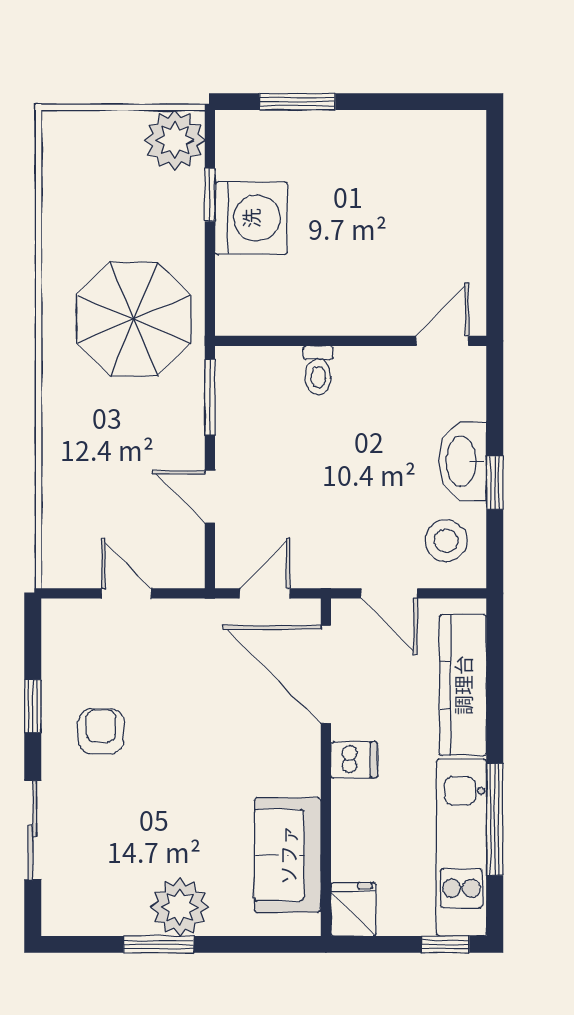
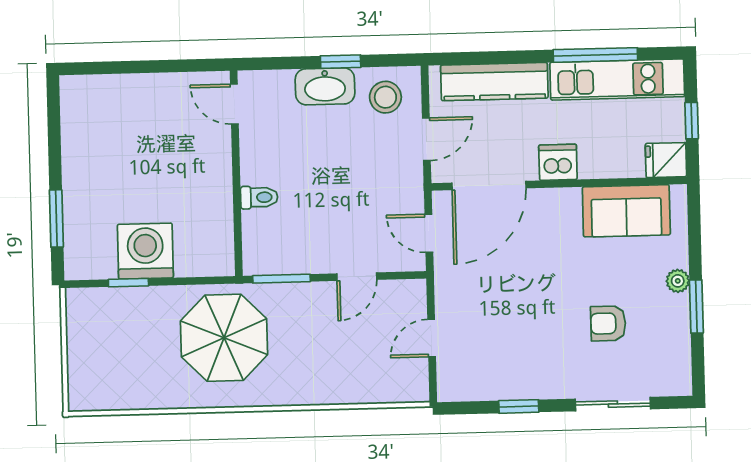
plant: (175, 140) -> (88, 310), removed
armchair: (101, 731) -> (608, 323), moved
dishwasher: (354, 760) -> (558, 162), width x1.38
plant: (180, 907) -> (678, 281), width x0.53, depth x0.53
window: (445, 944) -> (692, 121), moved

